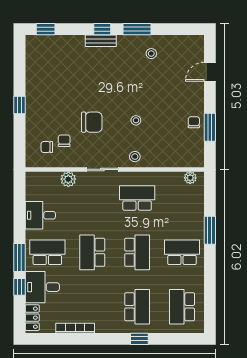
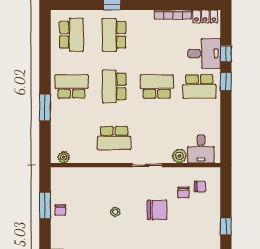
chair: (92, 122) -> (157, 210), turned 180
stool: (135, 157) -> (116, 177), removed
desk: (40, 215) -> (201, 149), moved, turned 90
school desk: (92, 252) -> (157, 86), turned -90
school desk: (182, 252) -> (71, 86), turned 180
window: (19, 258) -> (226, 82), width x0.67
locker: (32, 318) -> (205, 16), moved, turned -90

